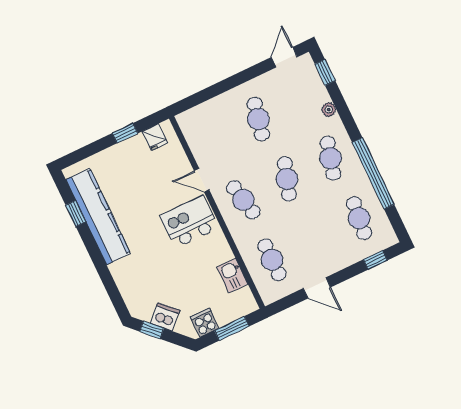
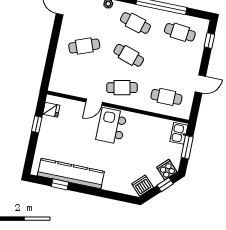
cafe table: (258, 119) -> (84, 46), turned -33
kitchen sink: (232, 275) -> (179, 133), moved, turned 90
dishwasher: (165, 317) -> (143, 186), moved
cooker: (205, 323) -> (167, 170), moved, turned 45
window: (152, 330) -> (165, 185), moved

